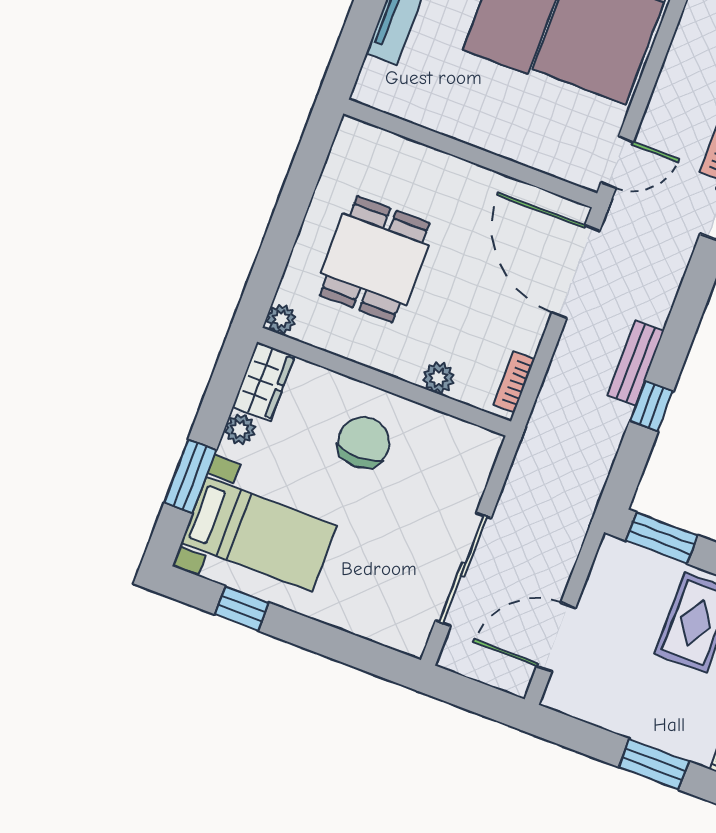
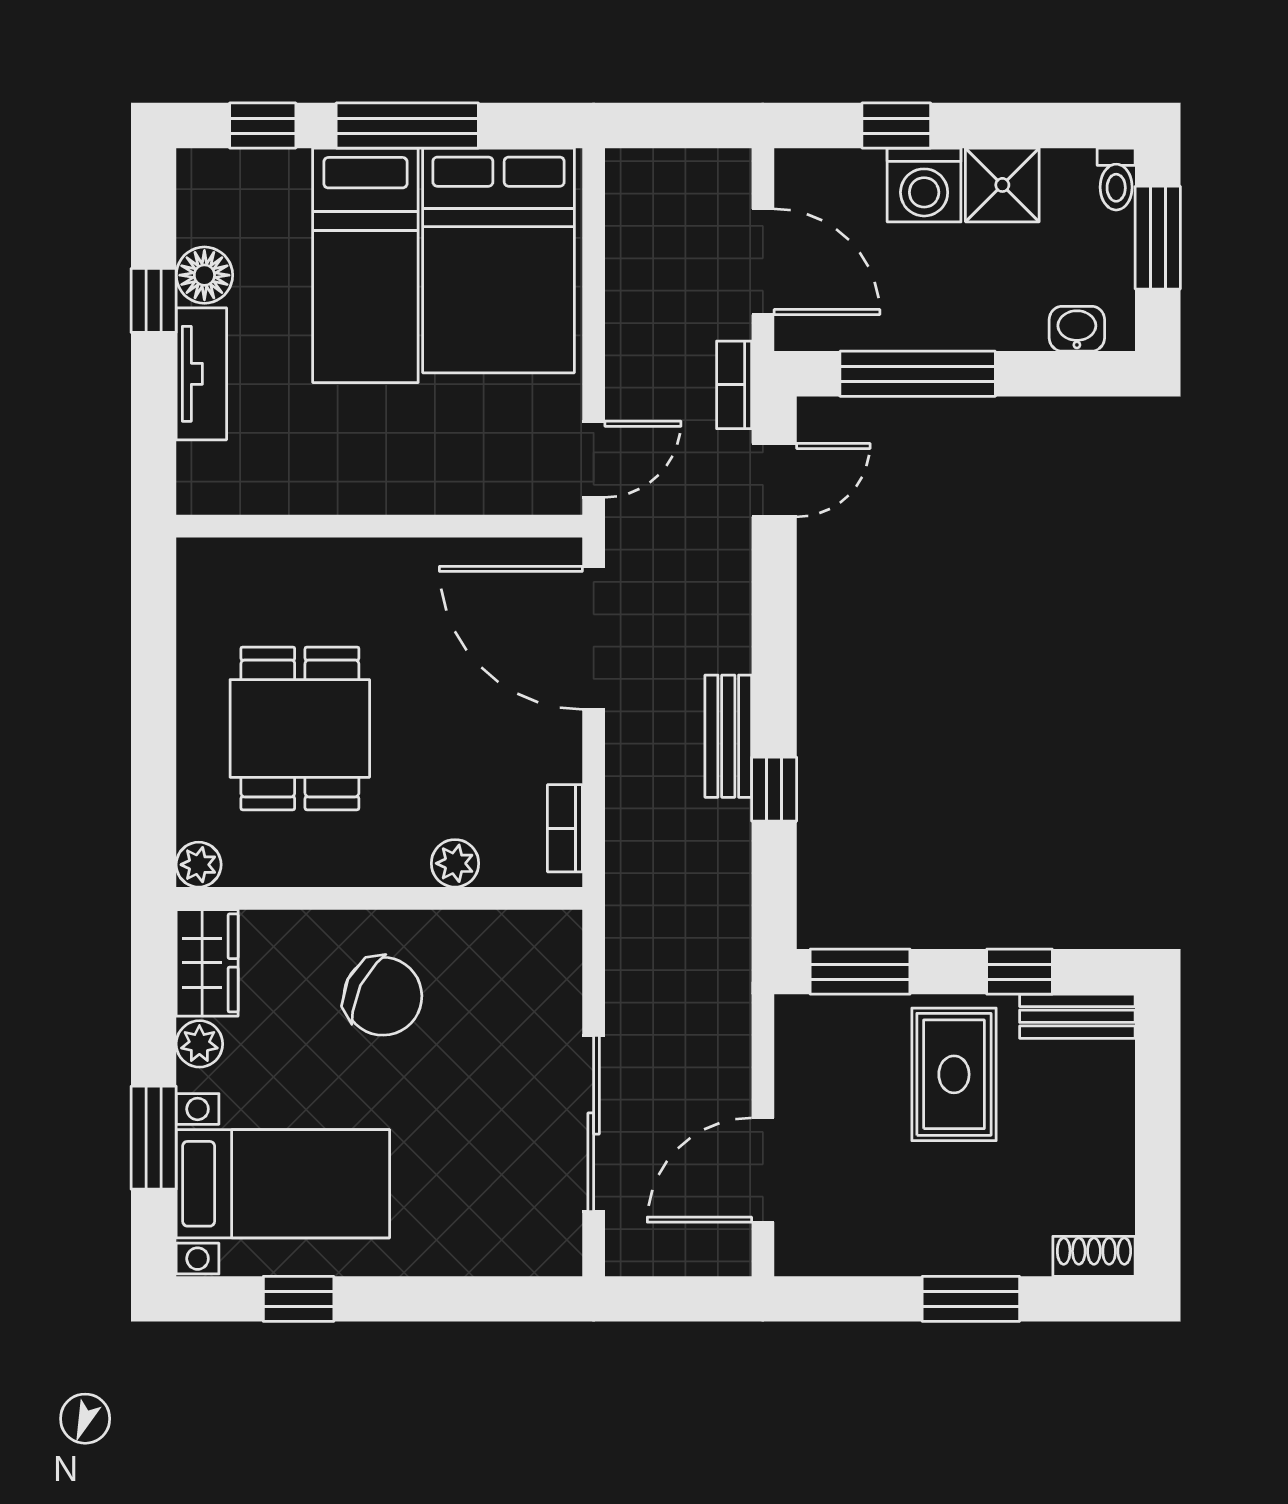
chair: (364, 442) -> (383, 996), turned 116

